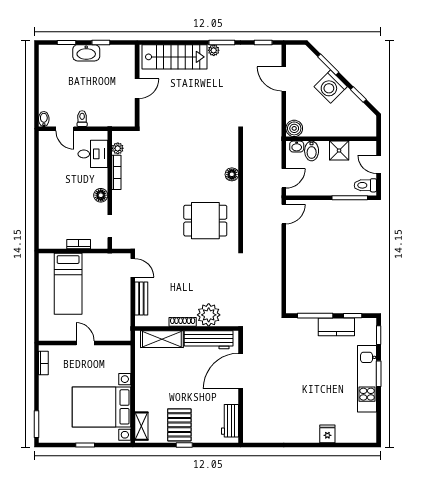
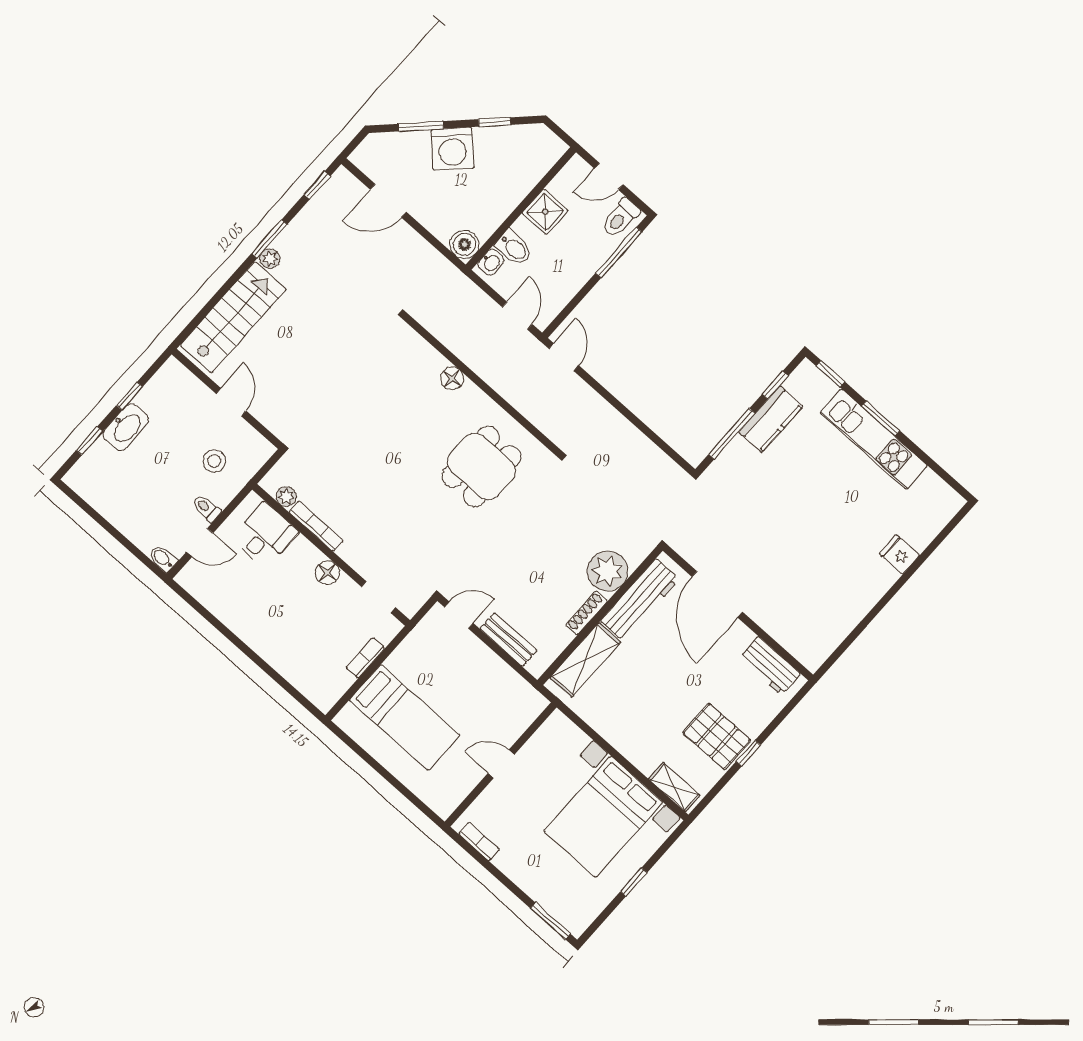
stool: (105, 104) -> (214, 461), added

